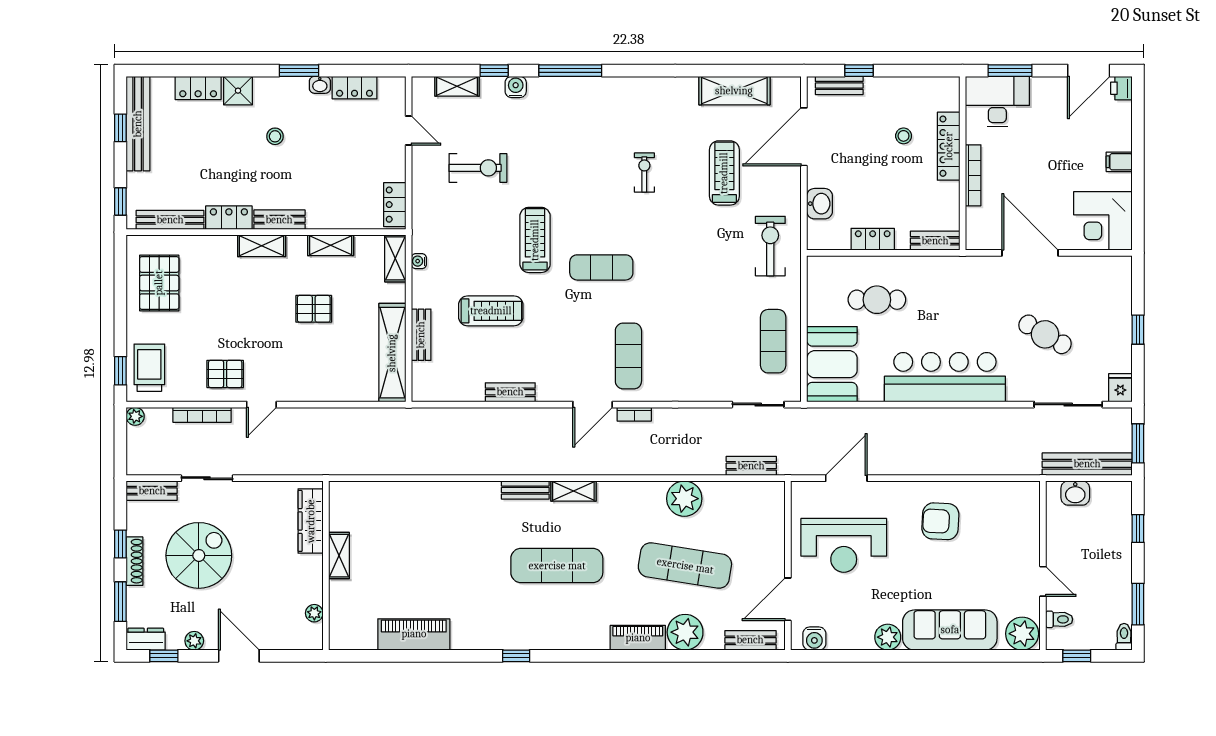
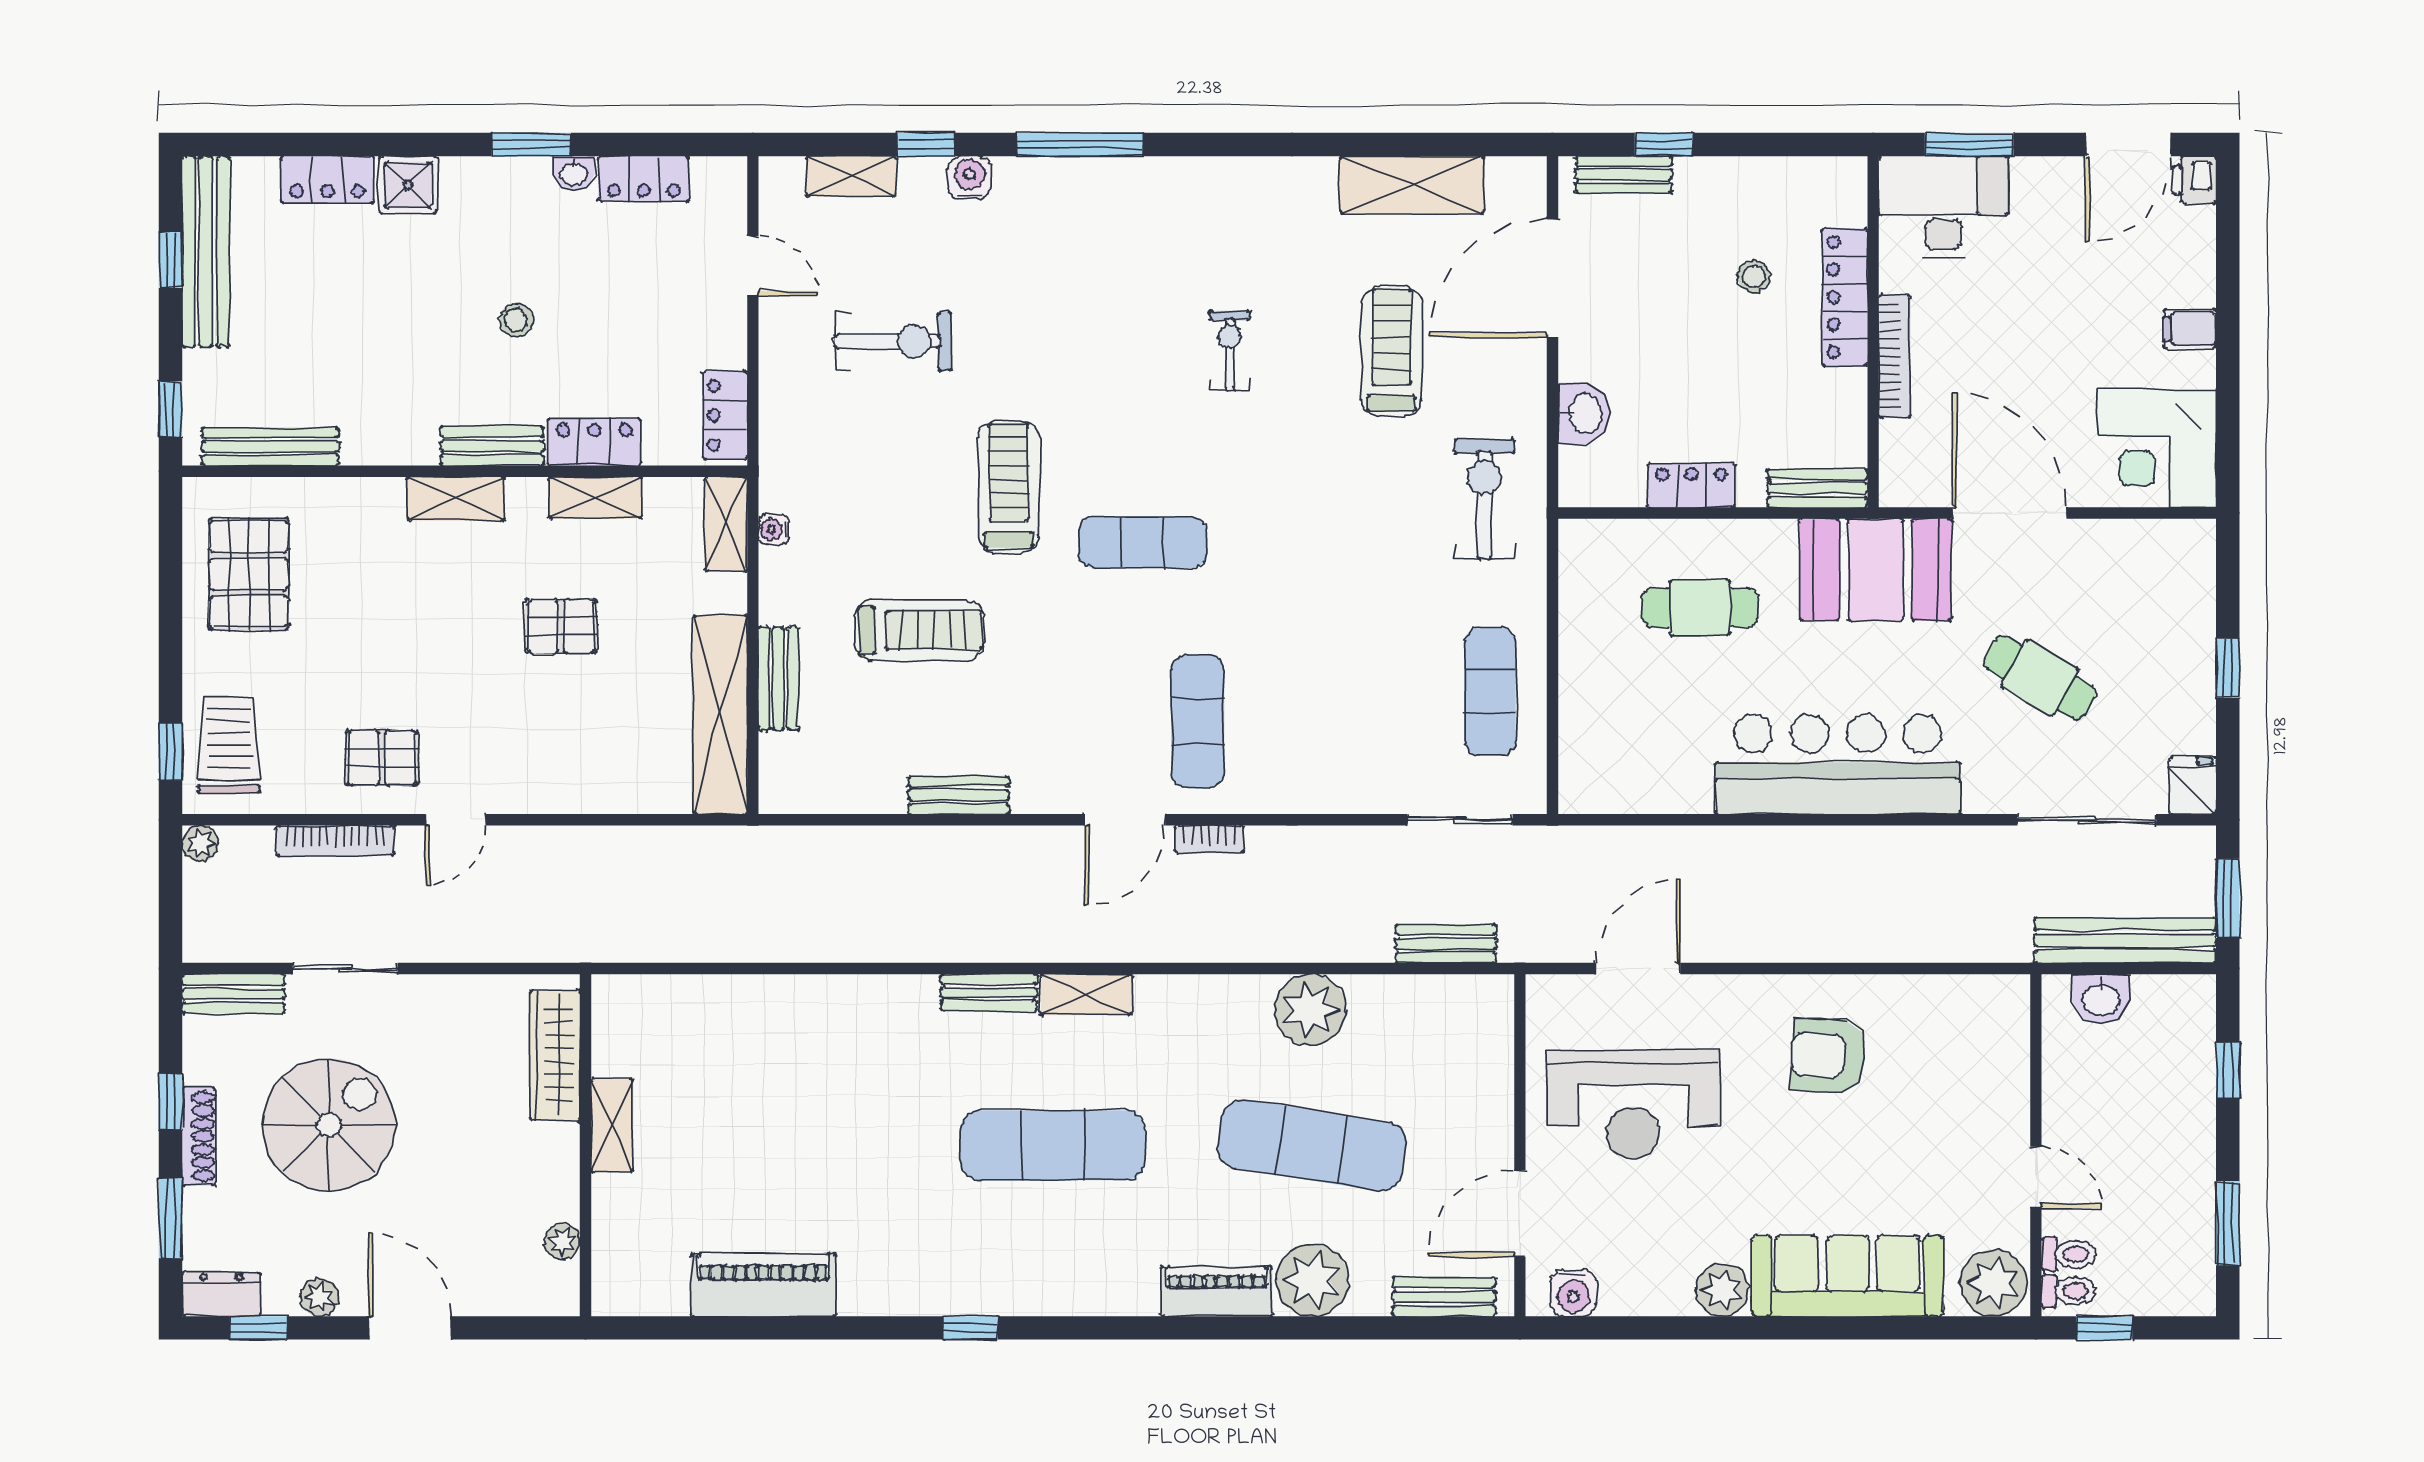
stool: (275, 136) -> (516, 320), moved
locker: (229, 218) -> (594, 442), moved
booth: (832, 364) -> (1876, 570), moved, turned 90
toilet: (1124, 637) -> (2068, 1291), moved, turned 90

